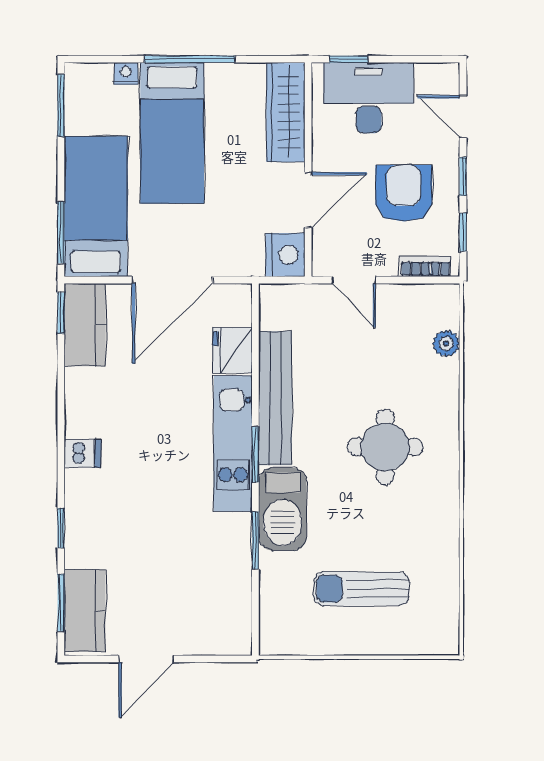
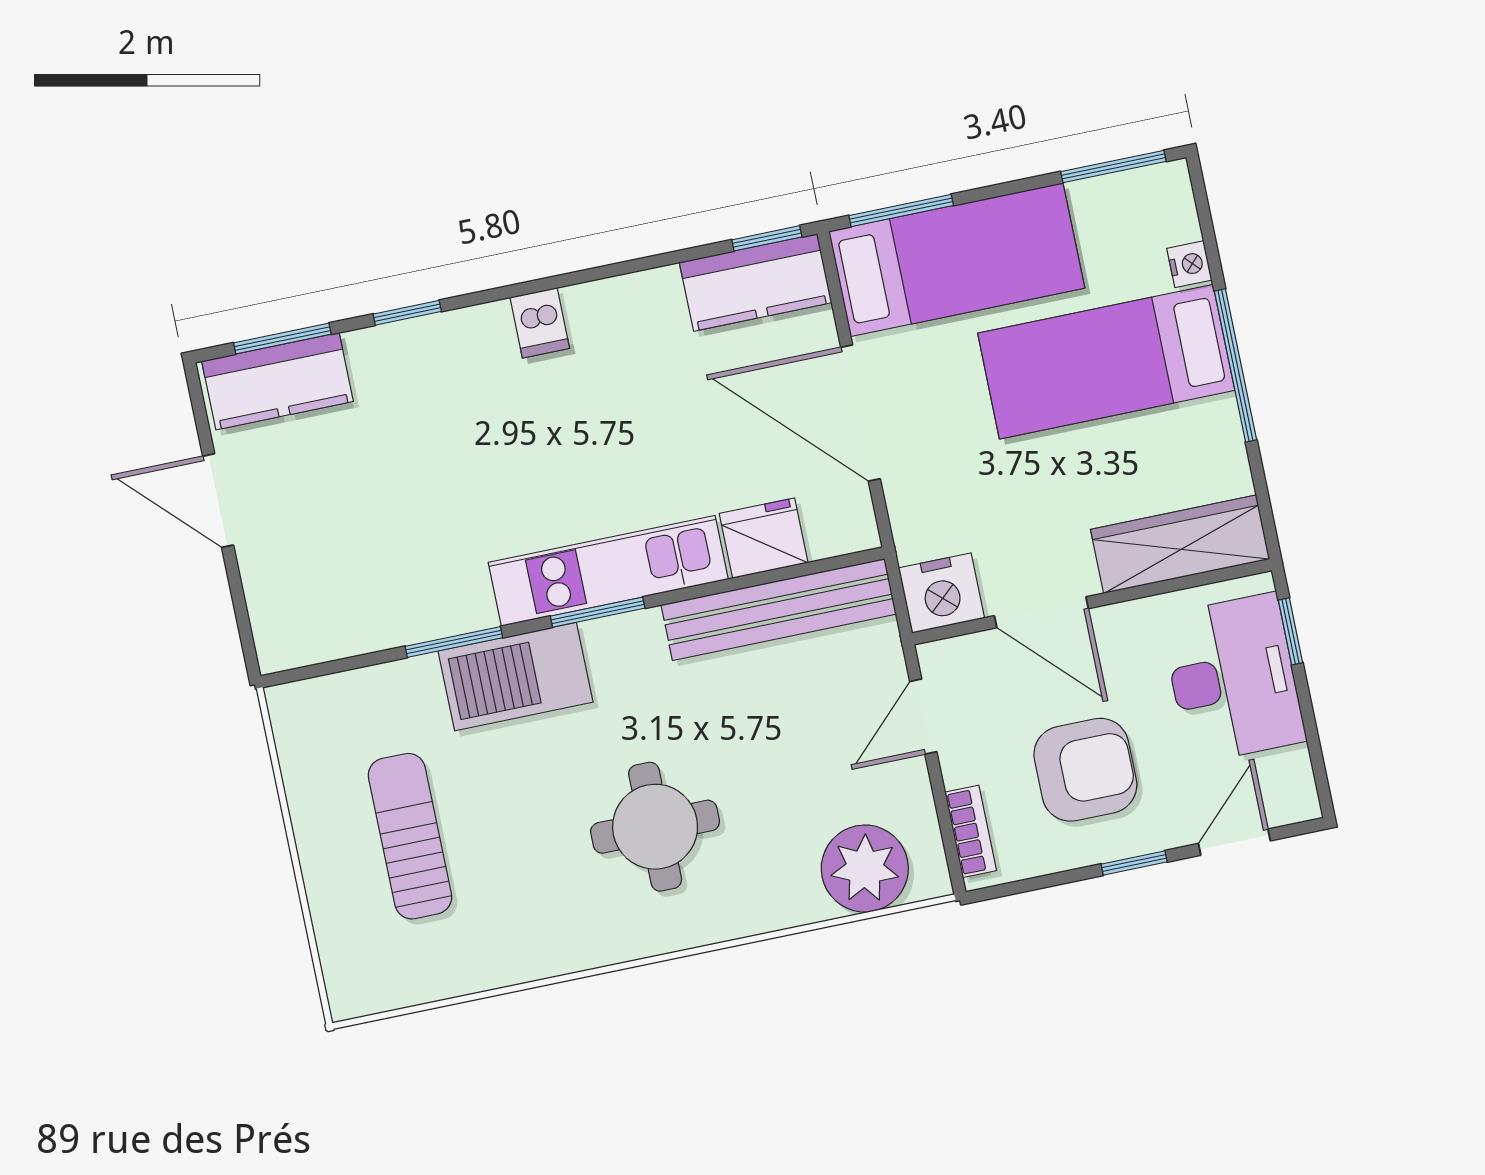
window: (463, 232) -> (1041, 882), removed
plant: (446, 343) -> (865, 869), width x1.87, depth x1.87
bench: (275, 398) -> (779, 609), moved

